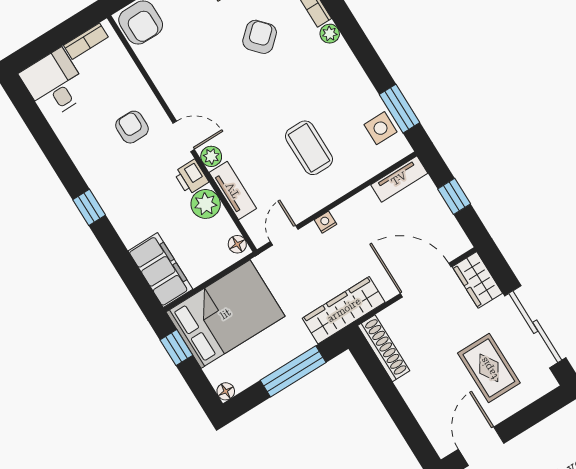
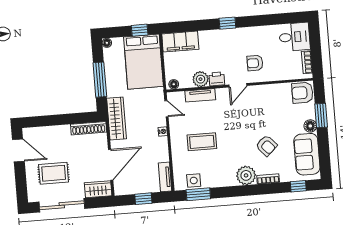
plant: (330, 34) -> (246, 175), width x1.88, depth x1.88
armchair: (132, 127) -> (255, 63), turned 180
plant: (211, 156) -> (222, 93), removed

